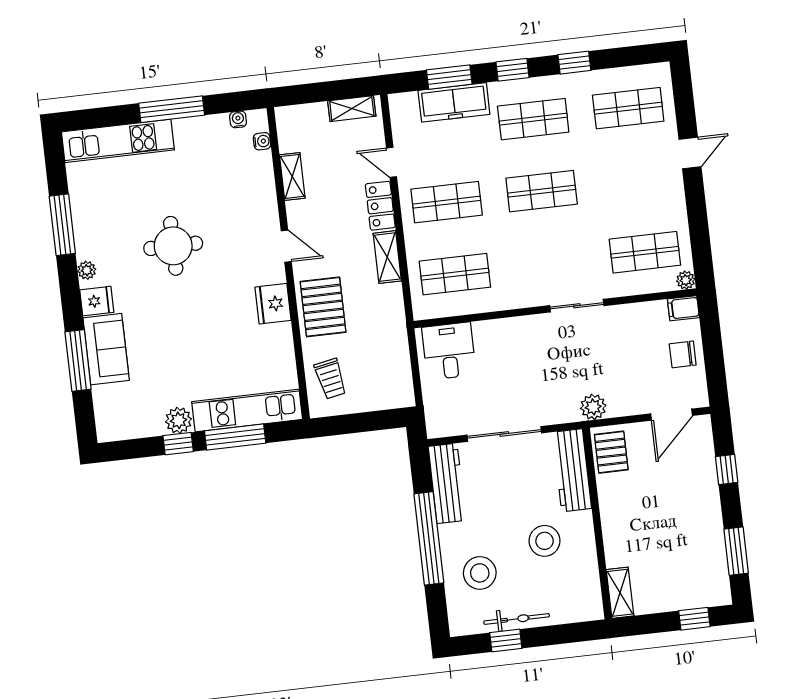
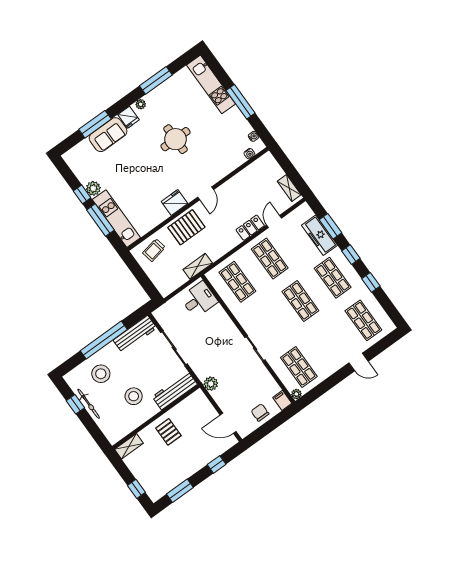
shelving: (292, 176) -> (241, 178), removed
shelving: (387, 257) -> (198, 266), moved
pallet: (611, 452) -> (168, 432), moved, turned 90

